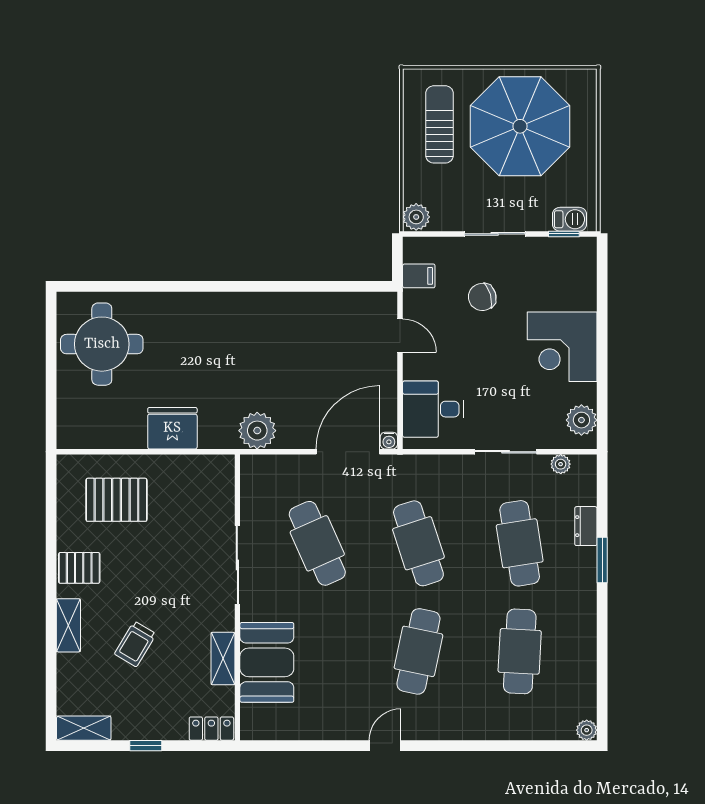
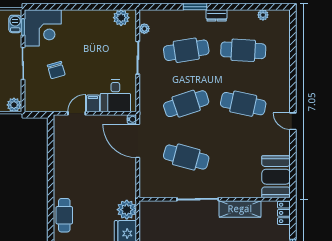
filing cabinet: (419, 276) -> (93, 103), moved
cafe table: (207, 312) -> (64, 215), added
corner desk: (562, 347) -> (43, 28), moved
plant: (257, 431) -> (127, 210), moved
dresser: (586, 526) -> (217, 15), moved
cafe table: (317, 543) -> (186, 157), turned 39
shelving: (223, 659) -> (240, 209), width x1.50, depth x1.33
booth: (267, 662) -> (276, 177), moved, turned 90
plant: (587, 730) -> (263, 15), moved

